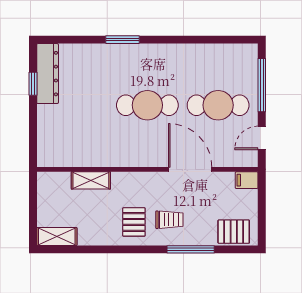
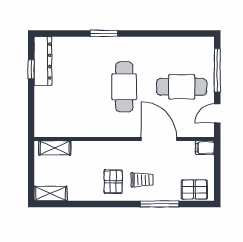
cafe table: (147, 105) -> (124, 87), turned 90
shelving: (91, 180) -> (55, 148), moved

